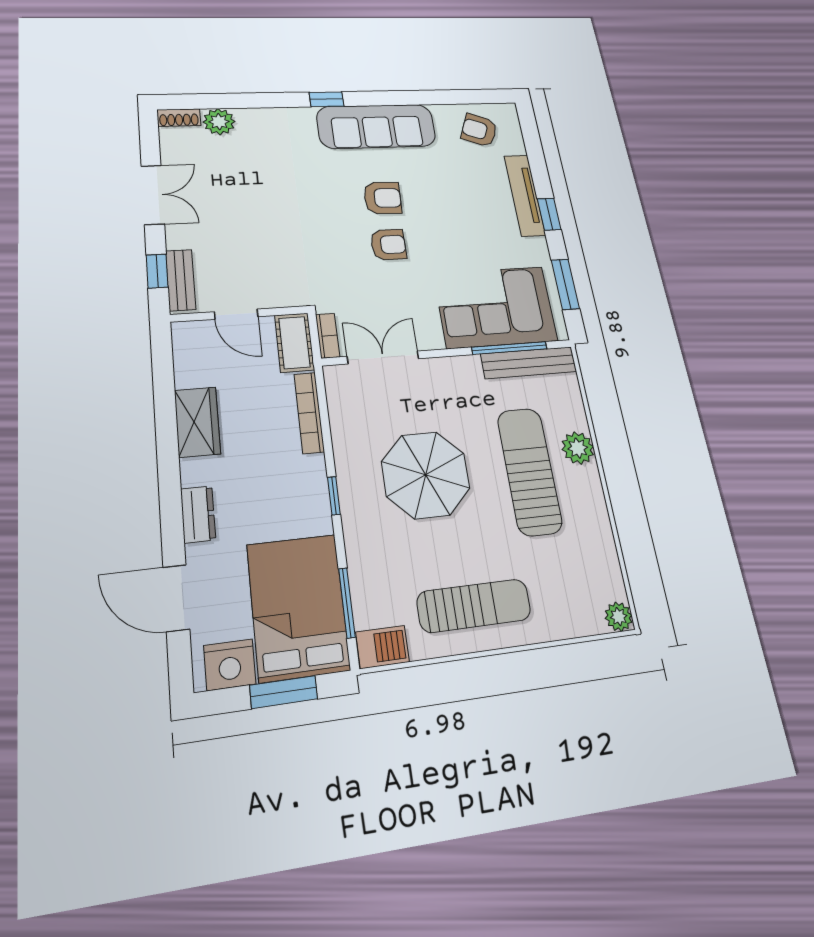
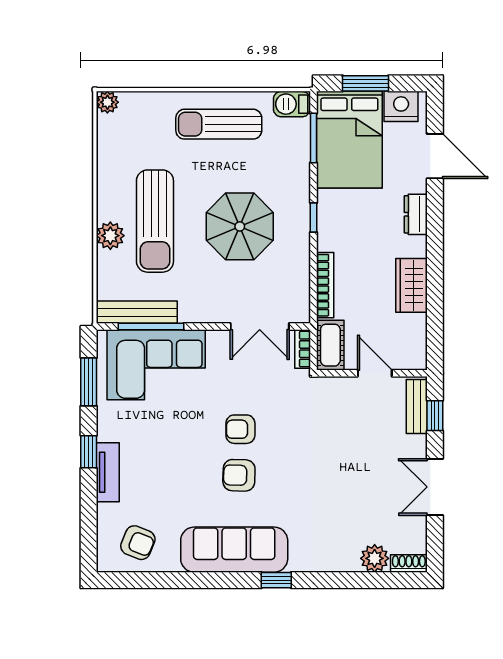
tv unit: (525, 195) -> (108, 472), width x0.71

